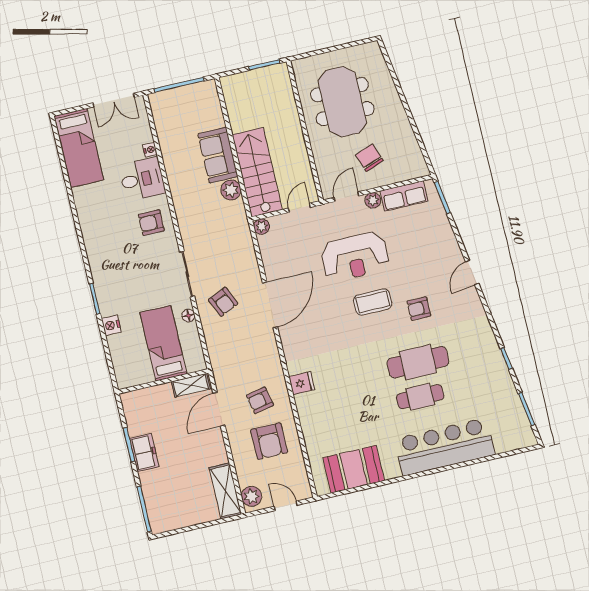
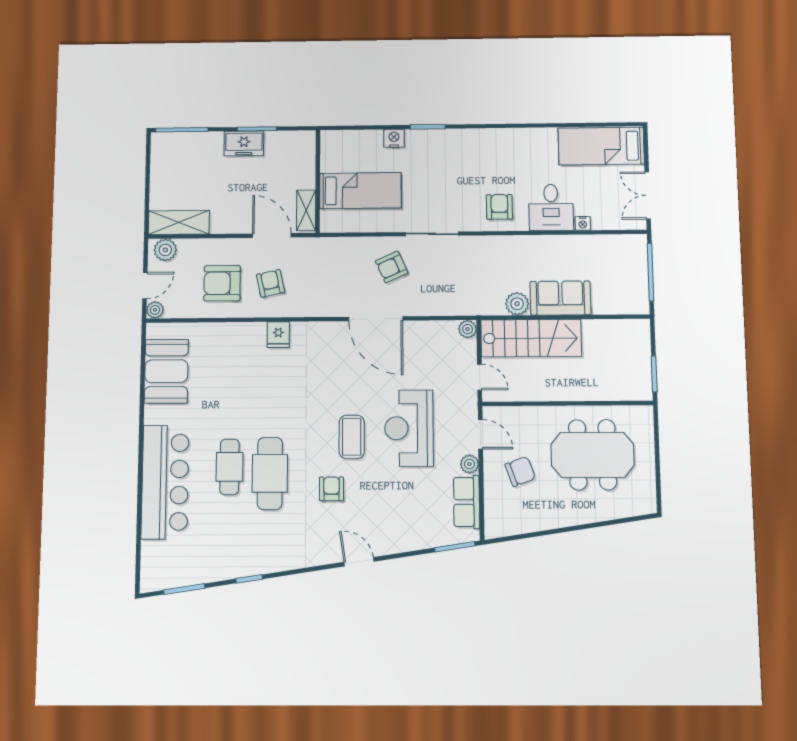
floor lamp: (188, 316) -> (385, 225), removed
plant: (304, 492) -> (155, 310), added

